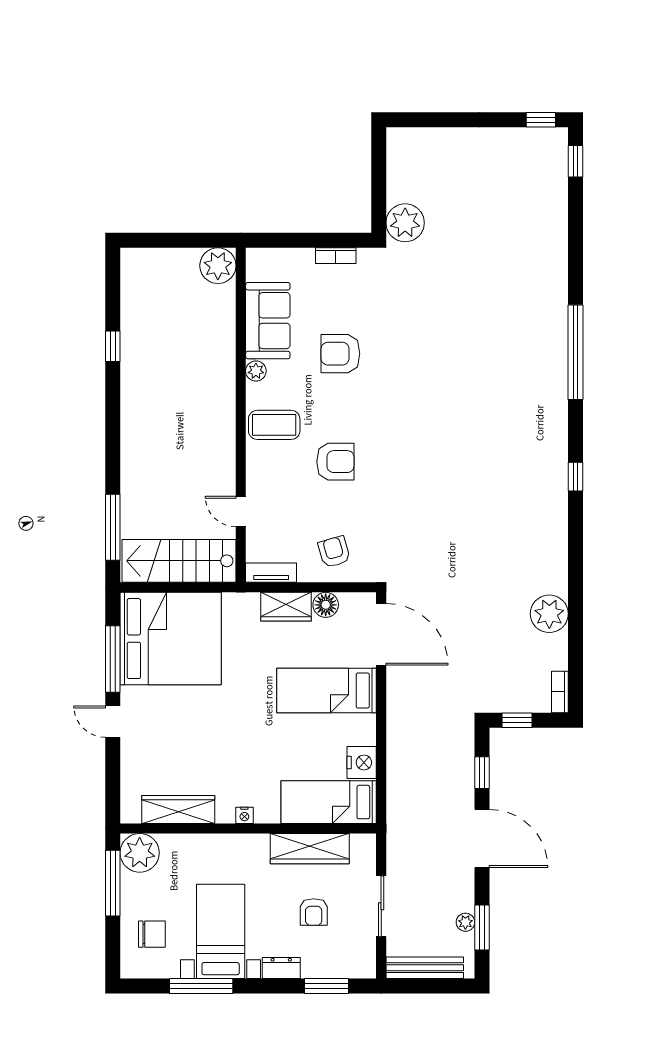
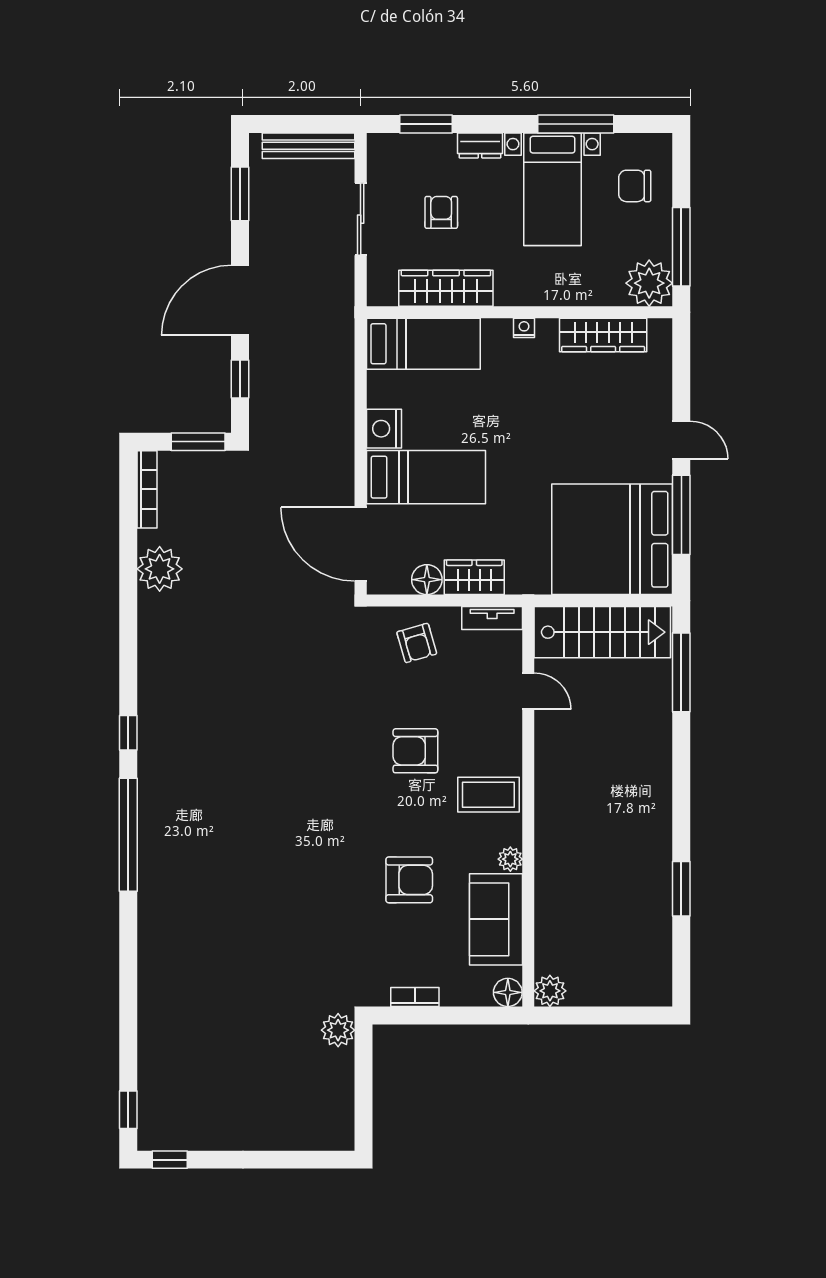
plant: (405, 223) -> (338, 1030), width x0.73, depth x0.73
floor lamp: (258, 259) -> (508, 992), added
plant: (218, 266) -> (550, 991), width x0.73, depth x0.73
window: (113, 346) -> (681, 889), width x1.50
window: (576, 352) -> (128, 835), moved
bookcase: (560, 692) -> (147, 489), width x1.56
window: (517, 720) -> (198, 442), width x1.50
nightstand: (362, 762) -> (384, 429), moved
door: (482, 839) -> (240, 300), hinge flipped
plant: (465, 922) -> (260, 200), removed

